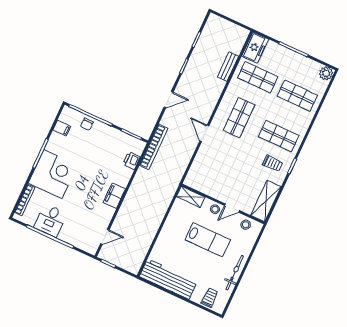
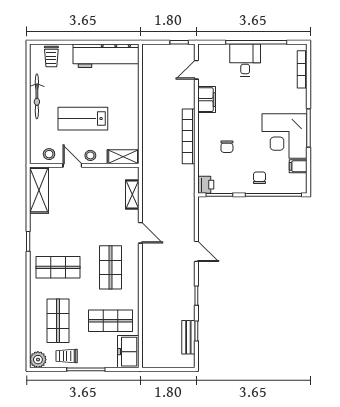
bench: (228, 67) -> (188, 337), moved
shop shelf: (297, 96) -> (58, 321), turned 90
door: (169, 100) -> (196, 251), swing flipped
chair: (87, 124) -> (259, 178), moved
bookcase: (154, 147) -> (189, 136), moved
printer: (131, 161) -> (206, 185), moved
trolley: (273, 163) -> (67, 356), moved
shelving: (197, 165) -> (132, 195), added
chair: (109, 168) -> (227, 147), added
corner desk: (53, 174) -> (285, 136), moved
filing cabinet: (114, 196) -> (207, 100), moved
door: (232, 208) -> (72, 165), hinge flipped
desk: (50, 220) -> (245, 60), moved

